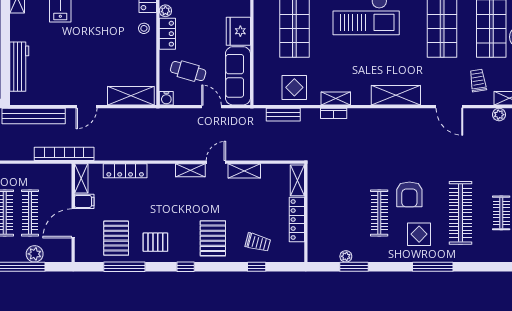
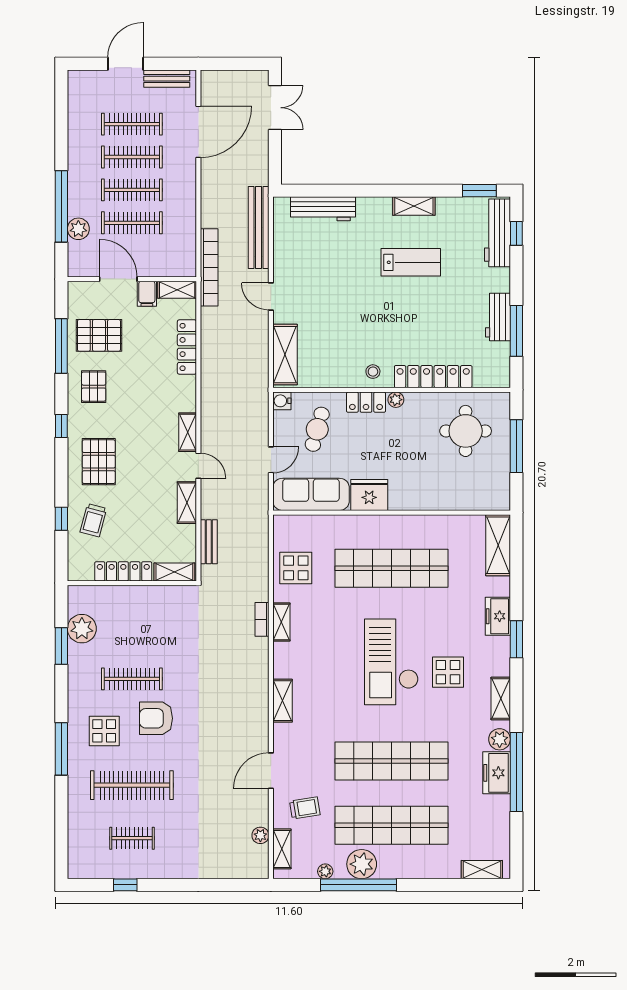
shelving: (396, 95) -> (282, 701), width x0.67, depth x0.75
bench: (283, 115) -> (209, 542), moved
pallet: (213, 238) -> (99, 462), turned 90
plant: (346, 256) -> (82, 629), width x1.87, depth x1.87

